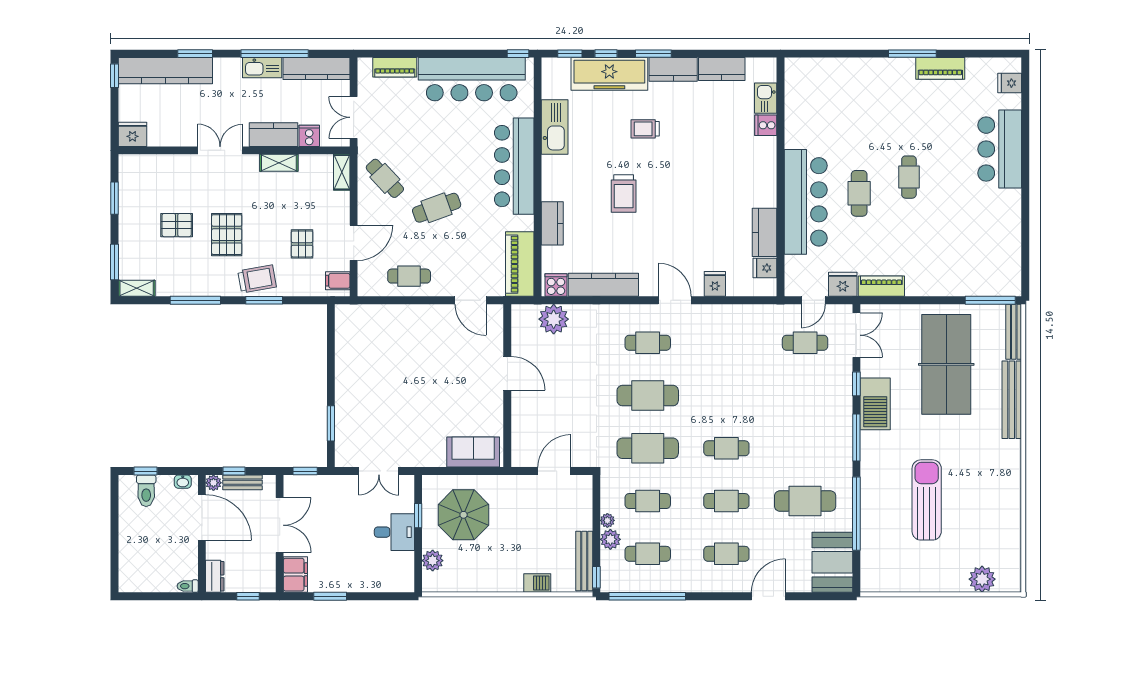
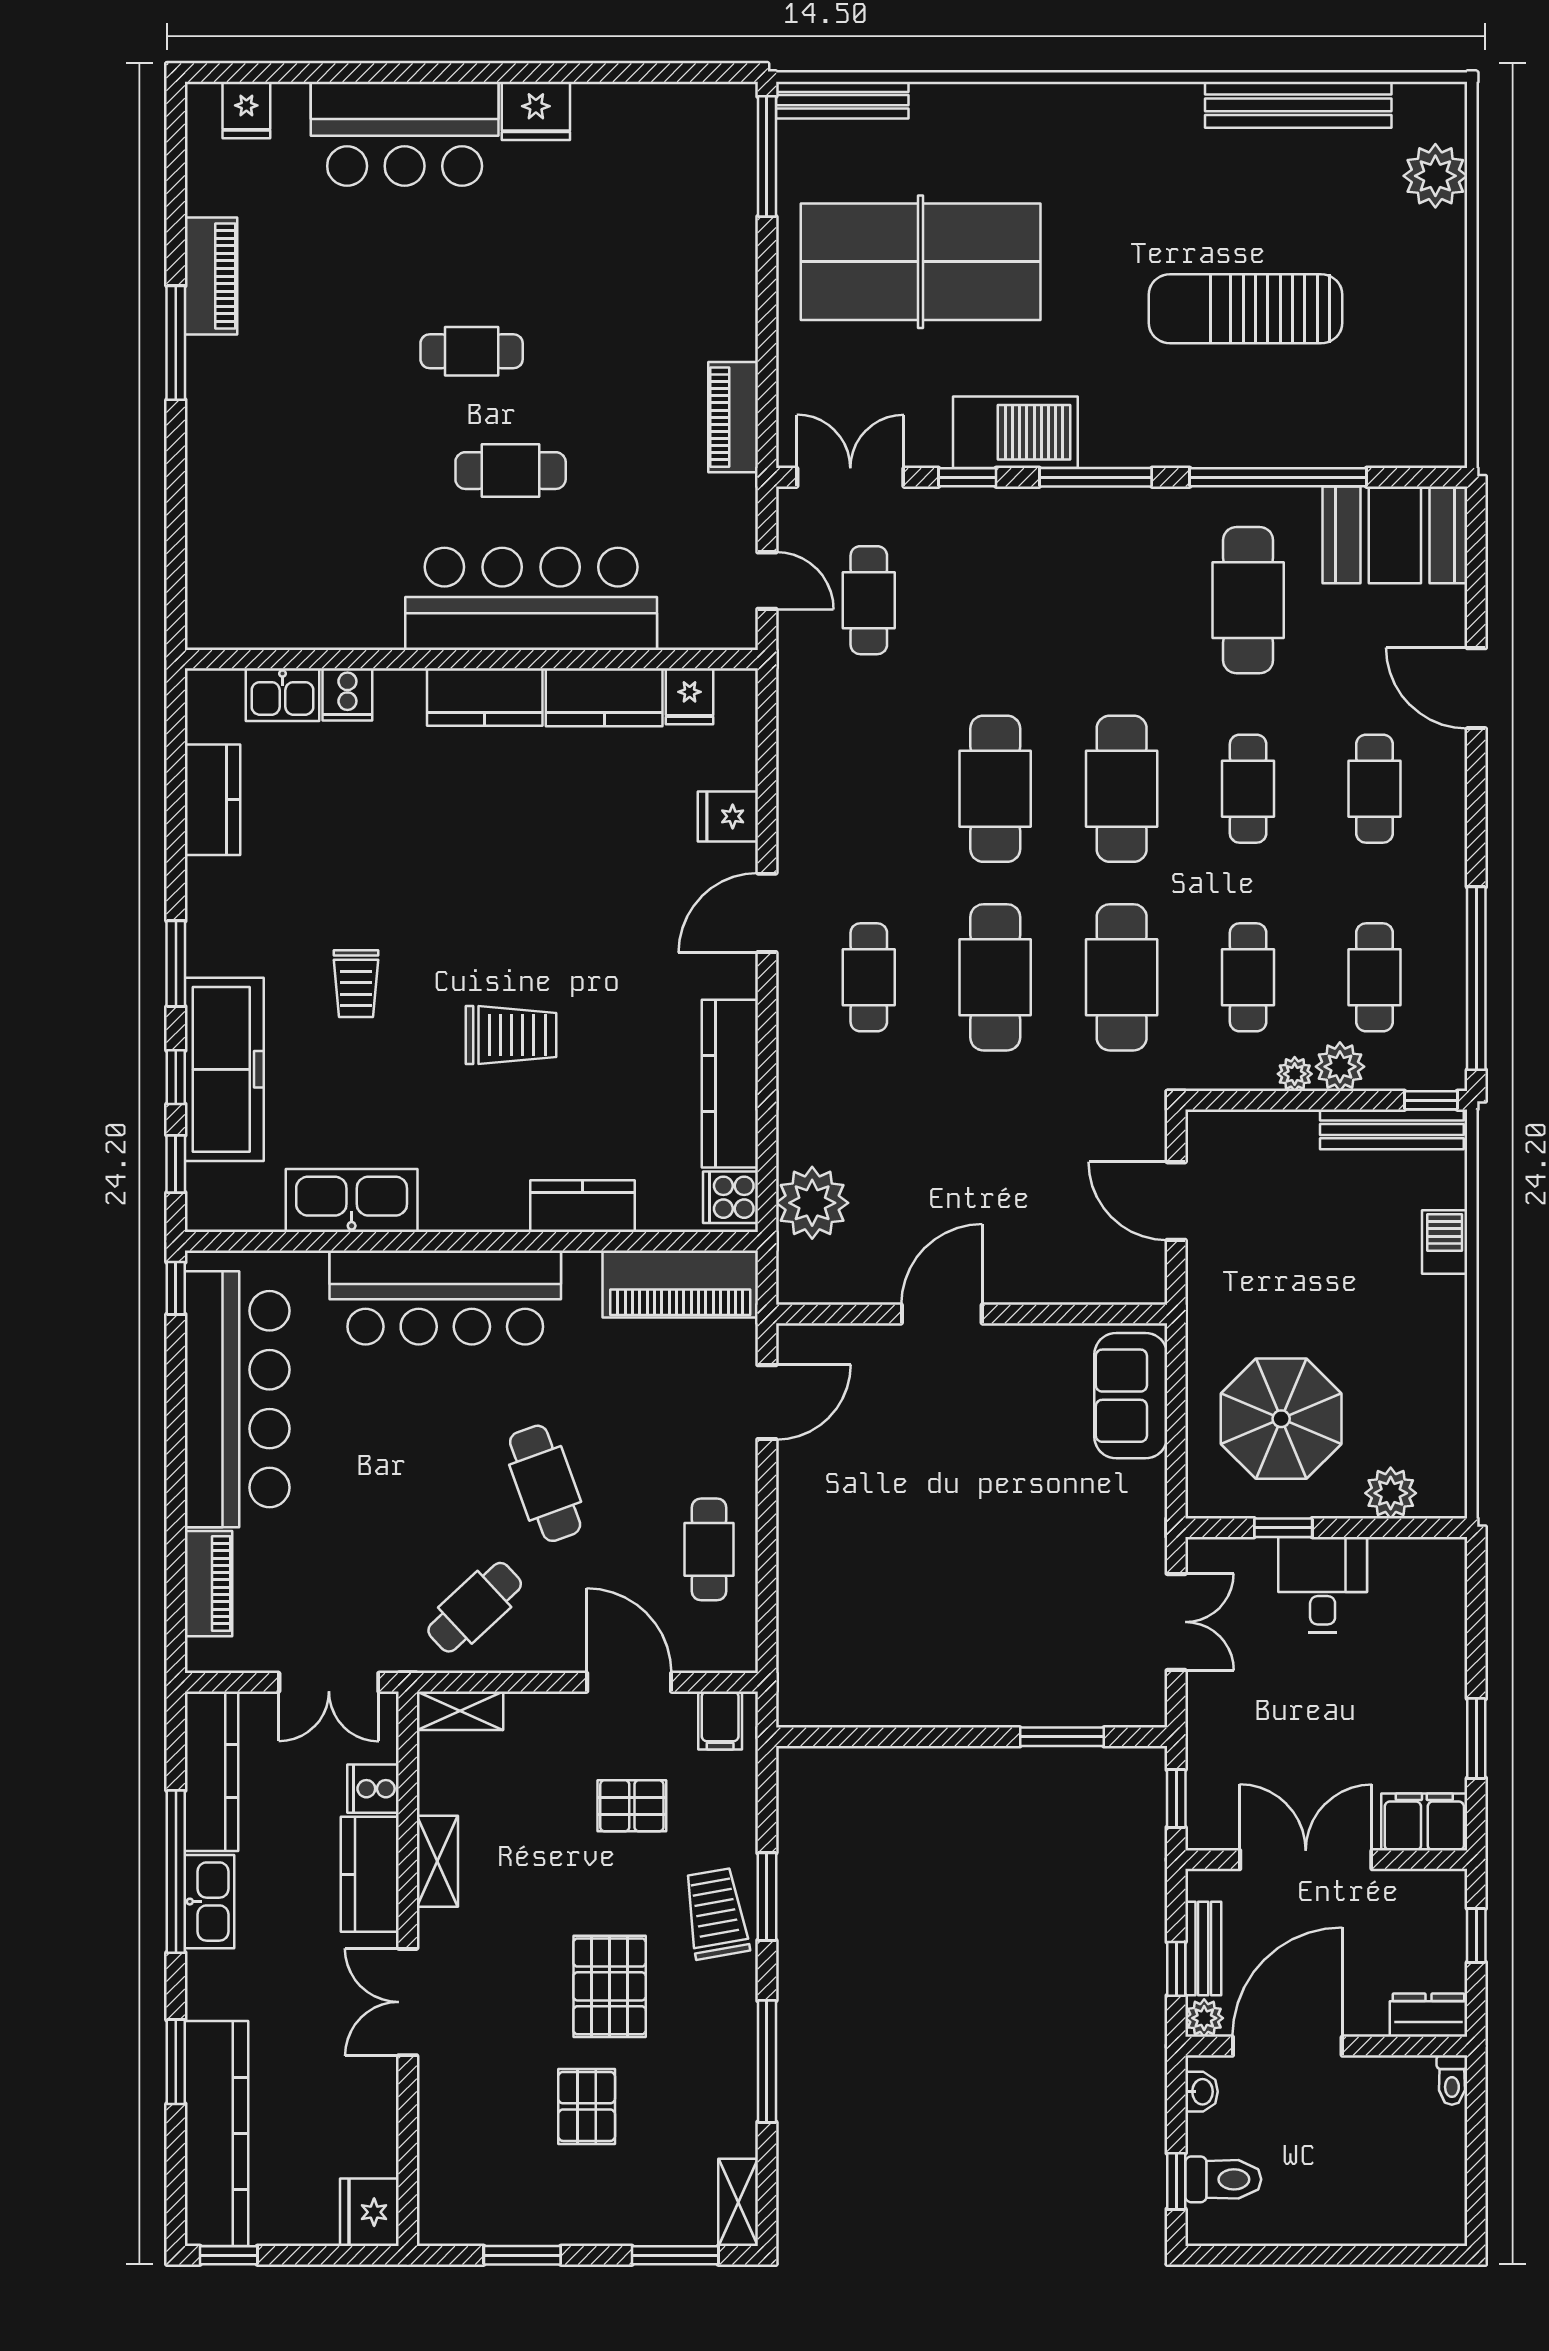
kitchen counter: (673, 69) -> (485, 697), moved, turned 90
pallet: (227, 235) -> (610, 1986), turned 90
fridge: (843, 284) -> (536, 111), moved, turned -90
cafe table: (726, 396) -> (995, 789), added
bench: (1012, 400) -> (1298, 105), moved
cafe table: (726, 448) -> (1122, 789), width x1.37, depth x1.35

